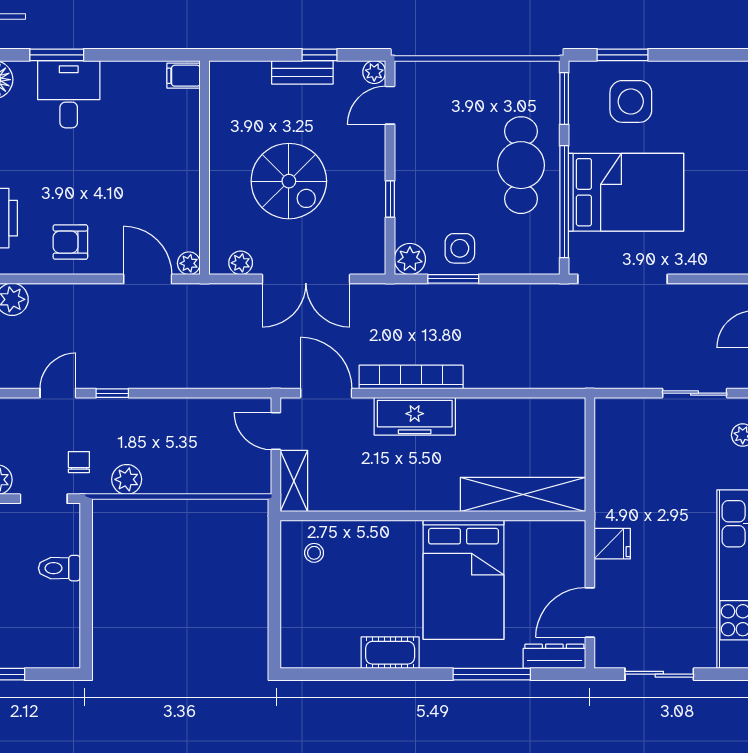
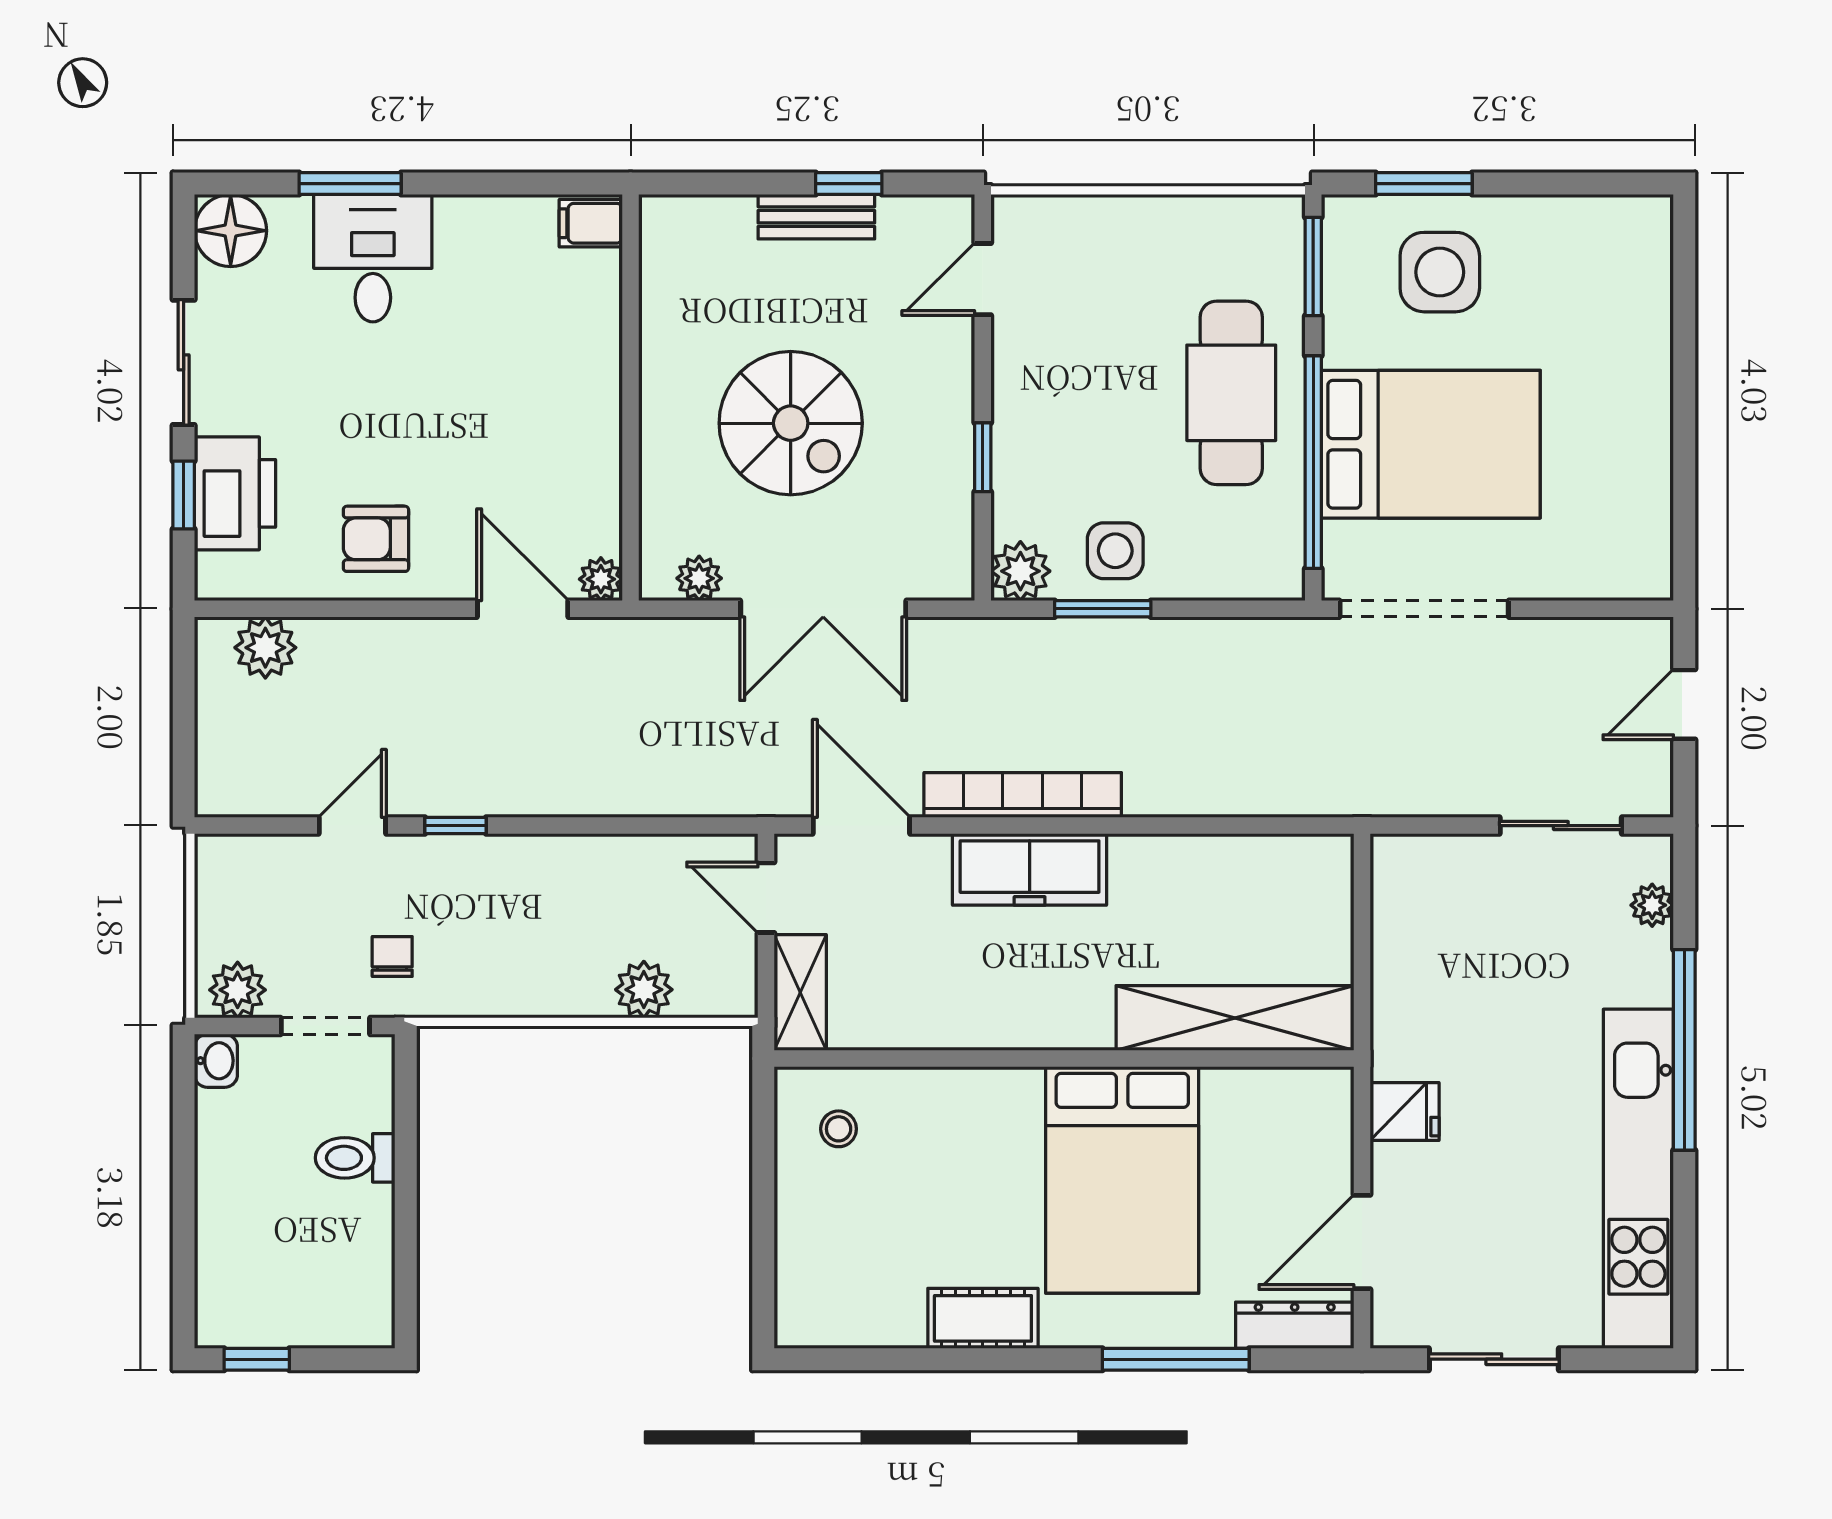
plant: (374, 72) -> (953, 216), removed
plant: (127, 479) -> (644, 990), moved

